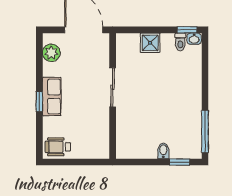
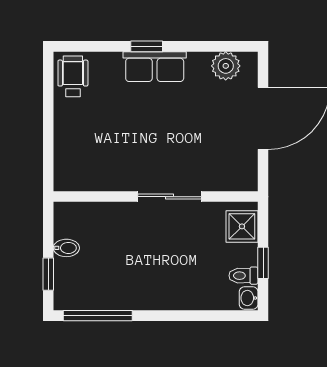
window: (187, 30) -> (263, 263), moved
sliding door: (113, 87) -> (170, 197), moved
wall: (113, 96) -> (156, 197), moved

